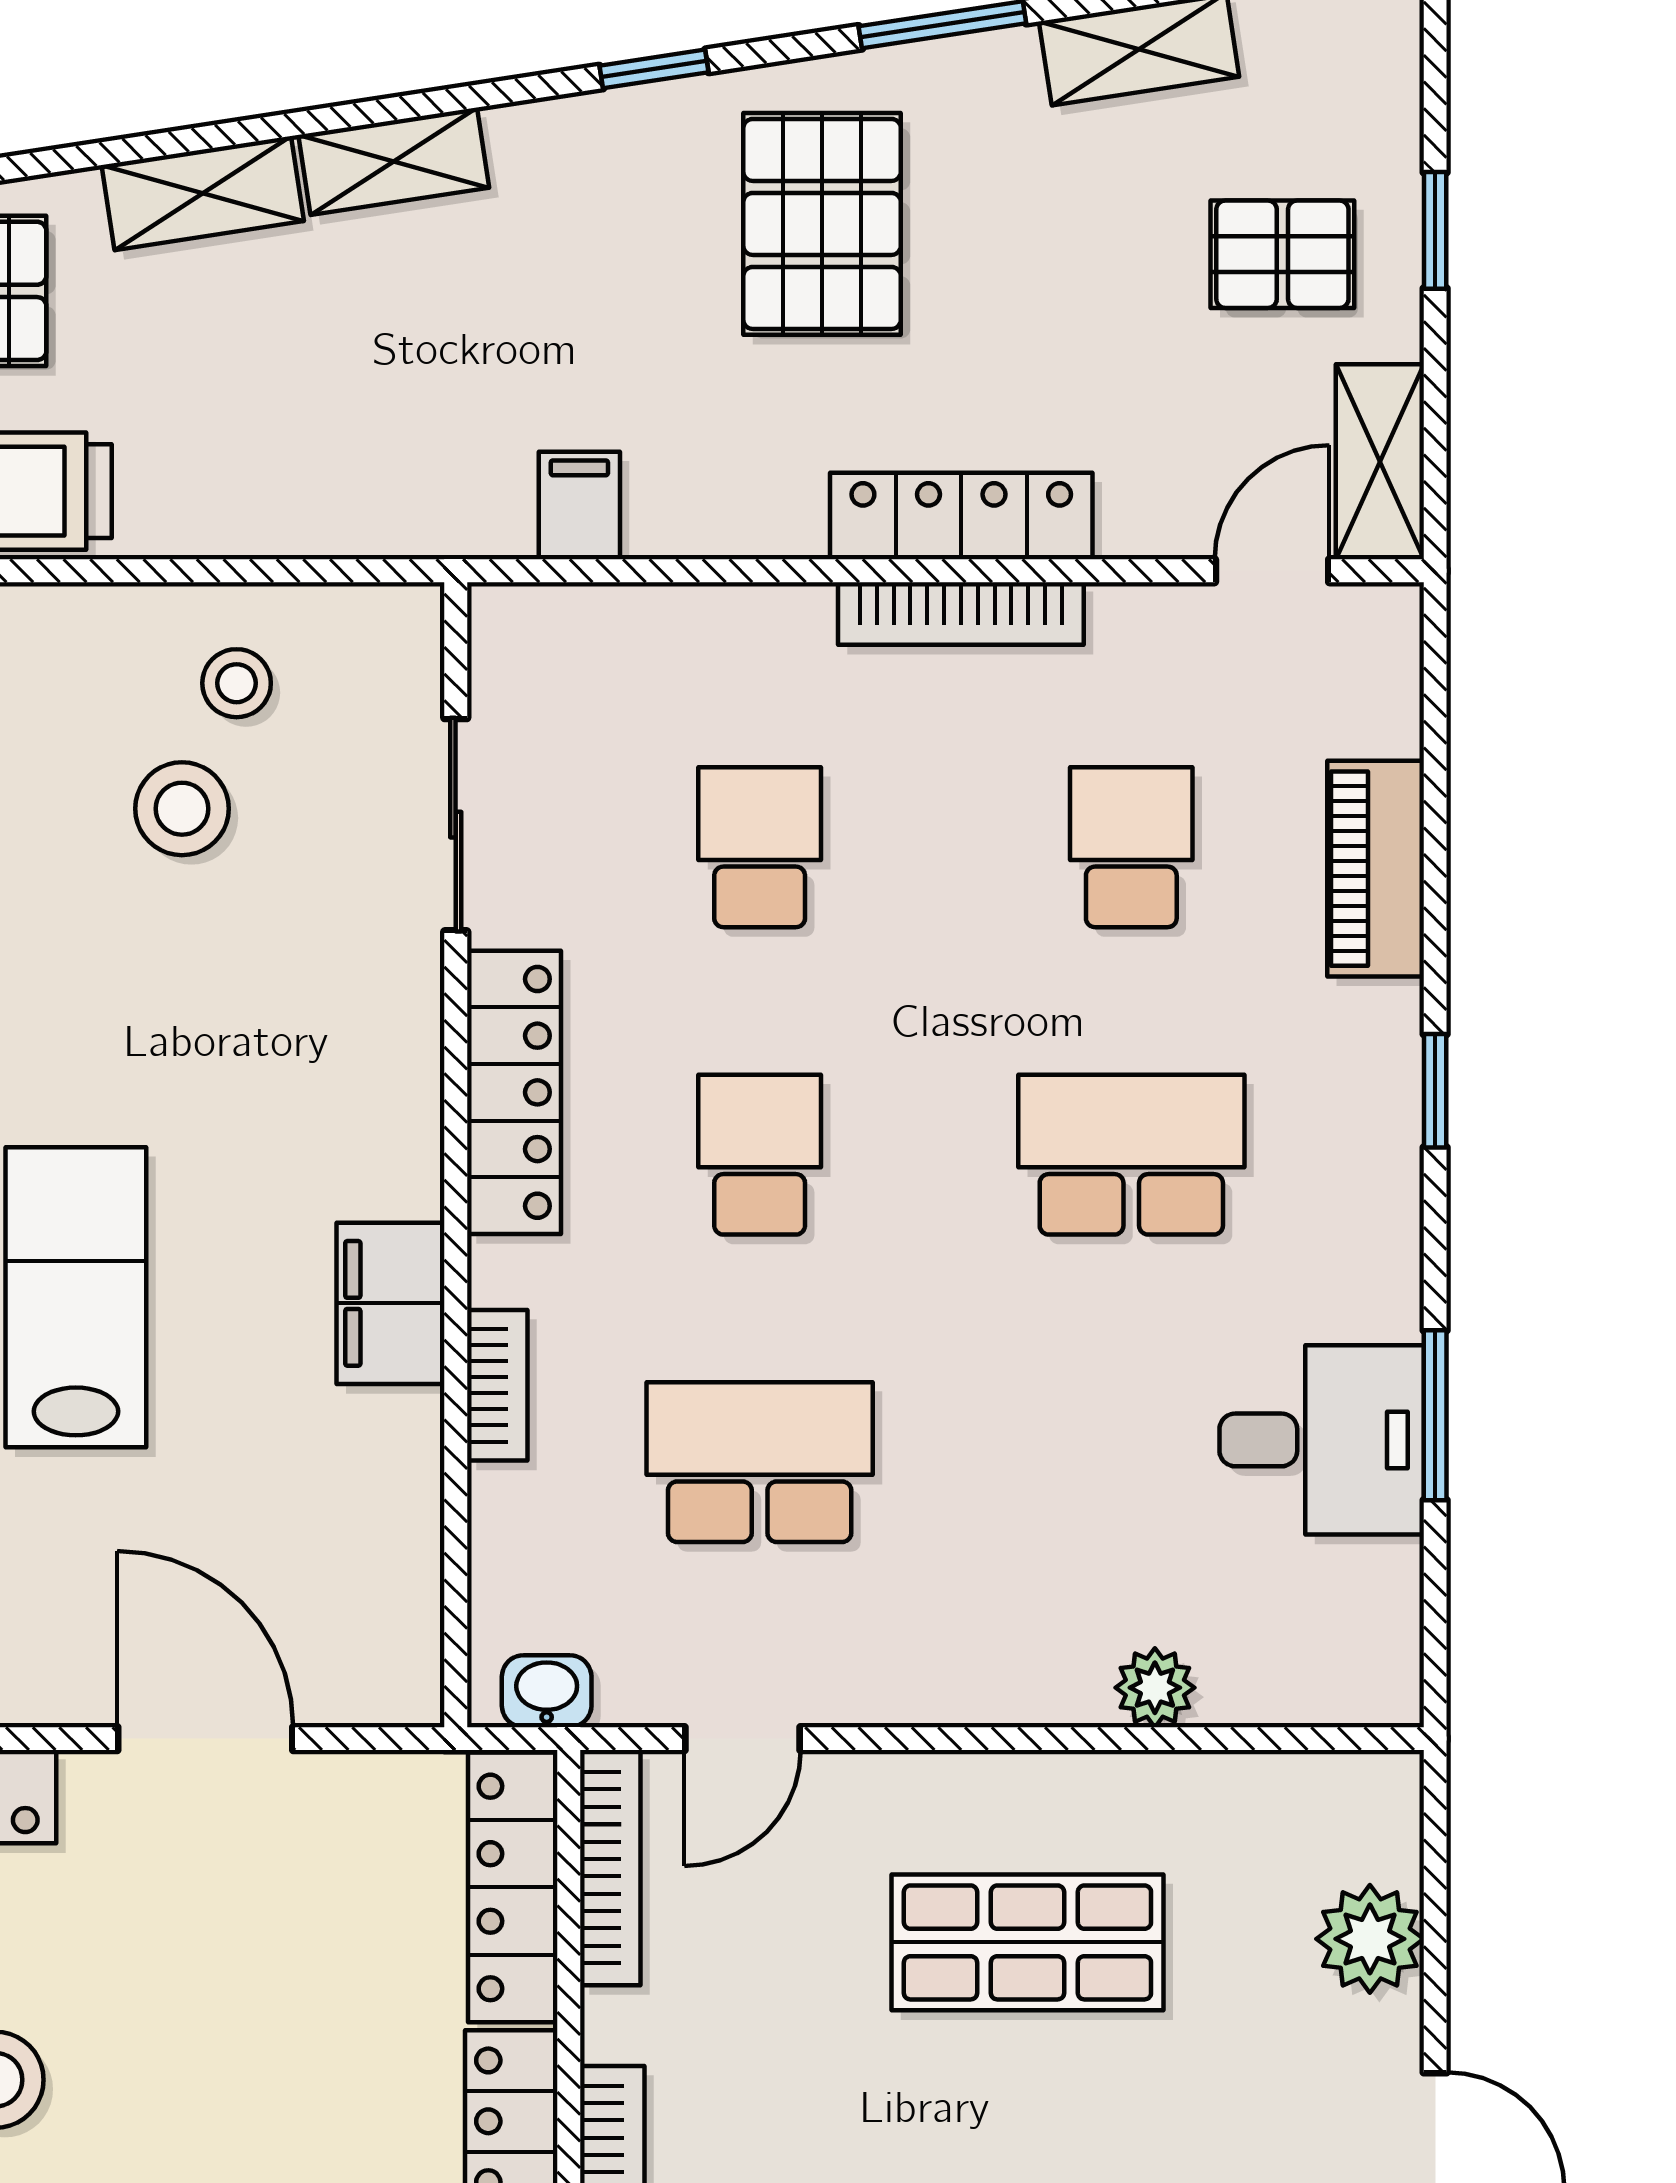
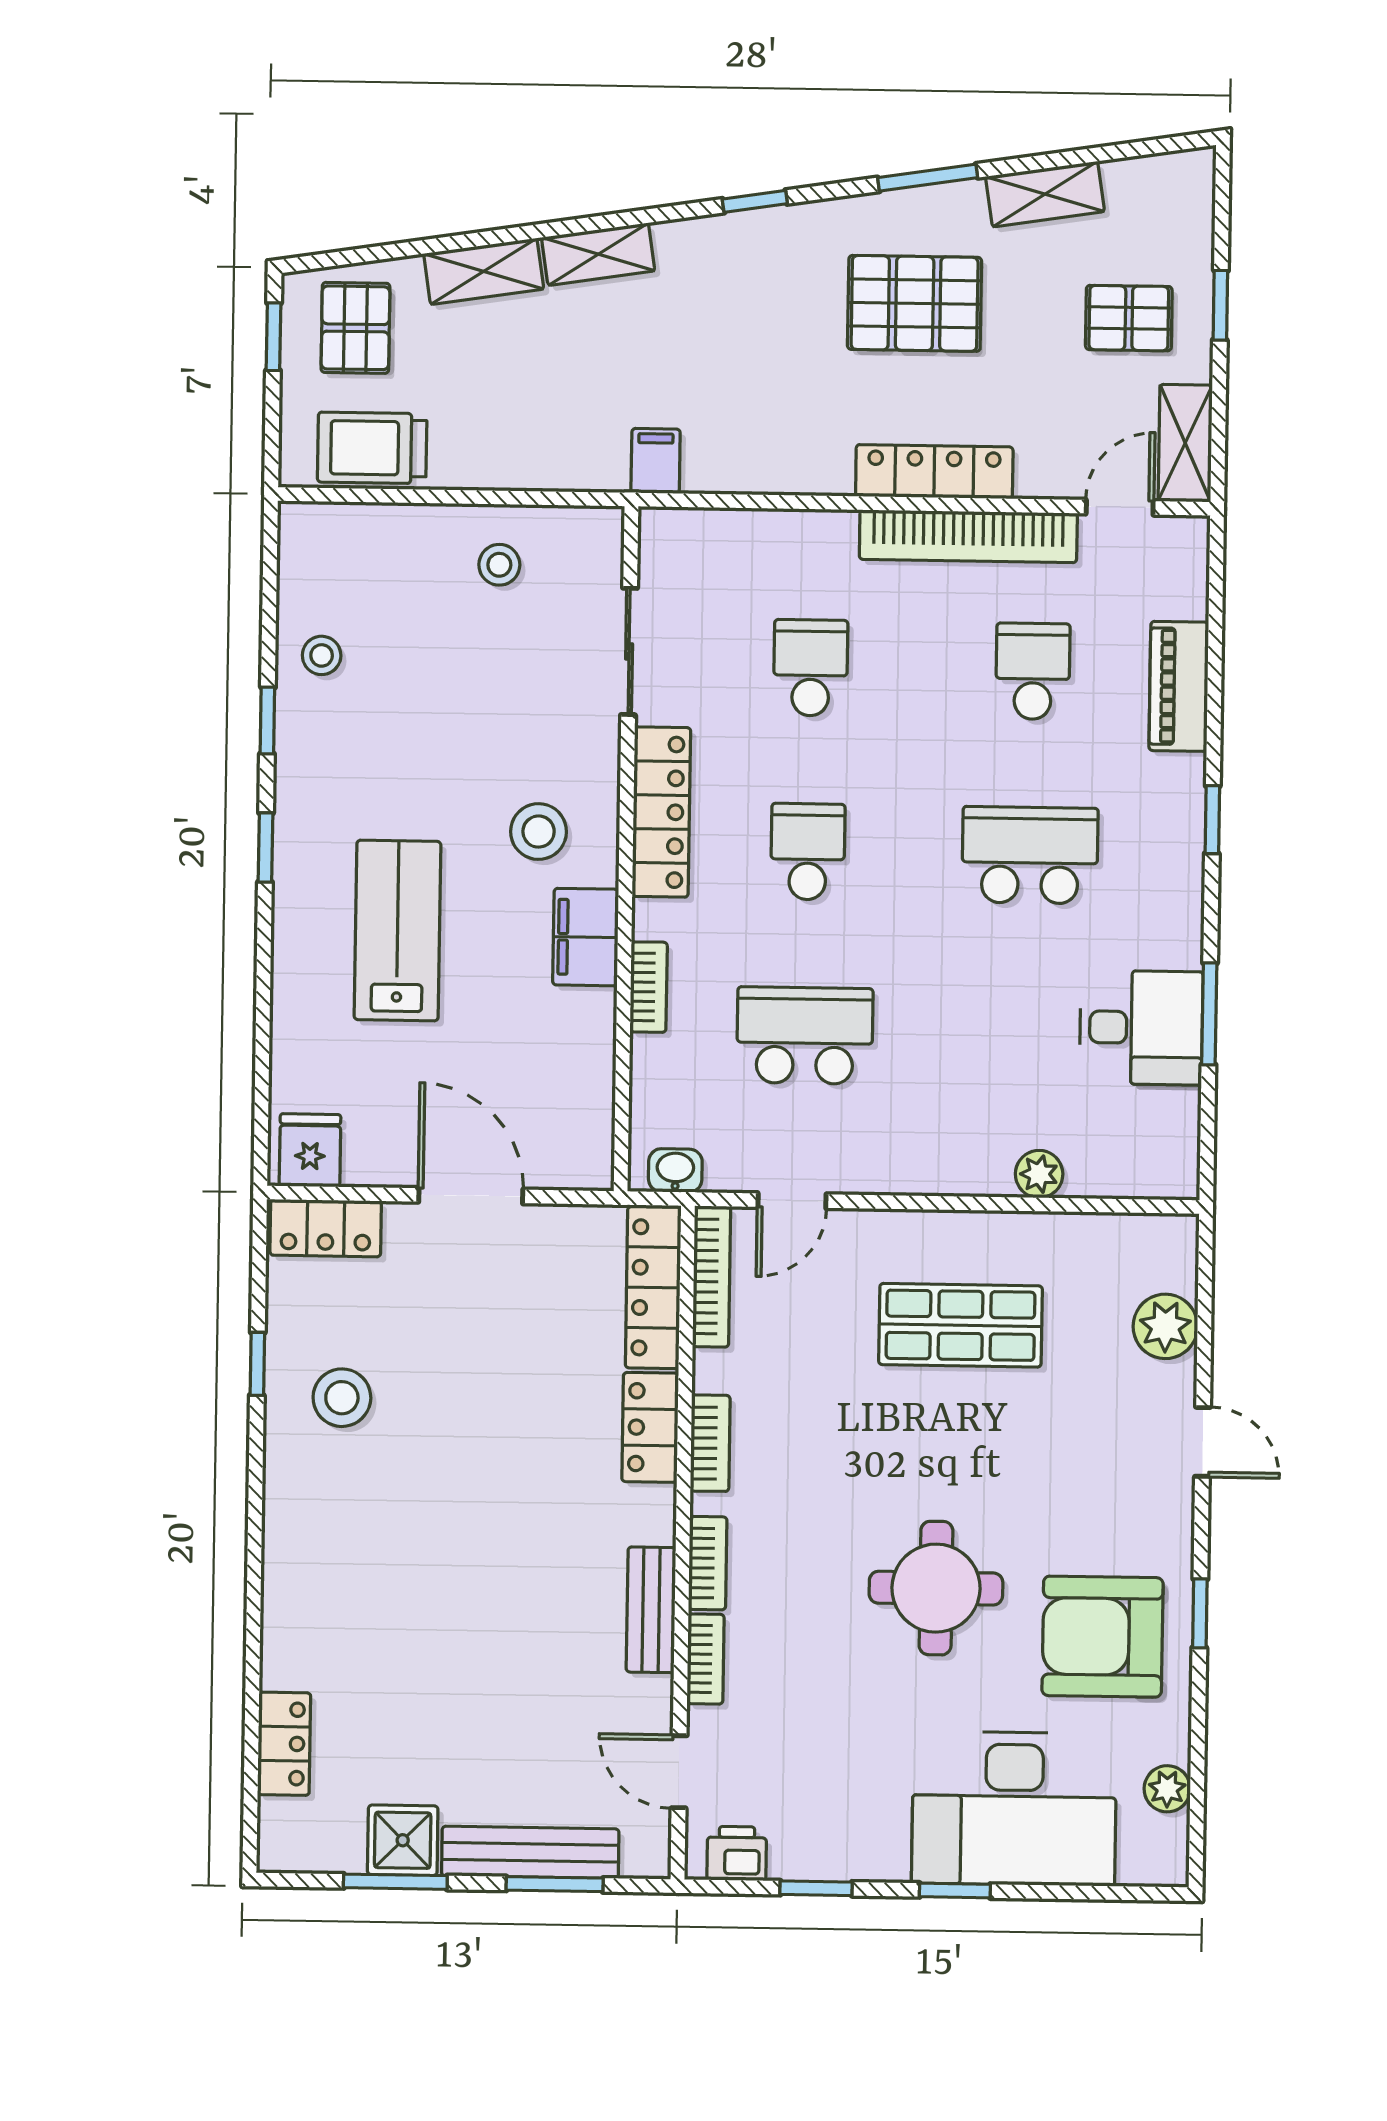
pallet: (822, 224) -> (915, 303), moved, turned 90
filing cabinet: (579, 506) -> (656, 461), moved
bookcase: (961, 614) -> (968, 536), width x1.48, depth x1.31
stool: (182, 809) -> (539, 832), moved

